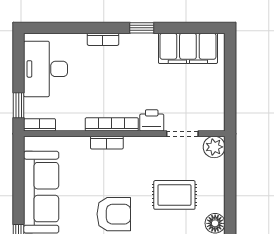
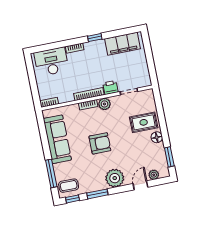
desk: (46, 69) -> (51, 62), moved, turned 90
window: (19, 105) -> (35, 94), removed
plant: (214, 147) -> (104, 104), moved
rug: (174, 195) -> (144, 122), moved

